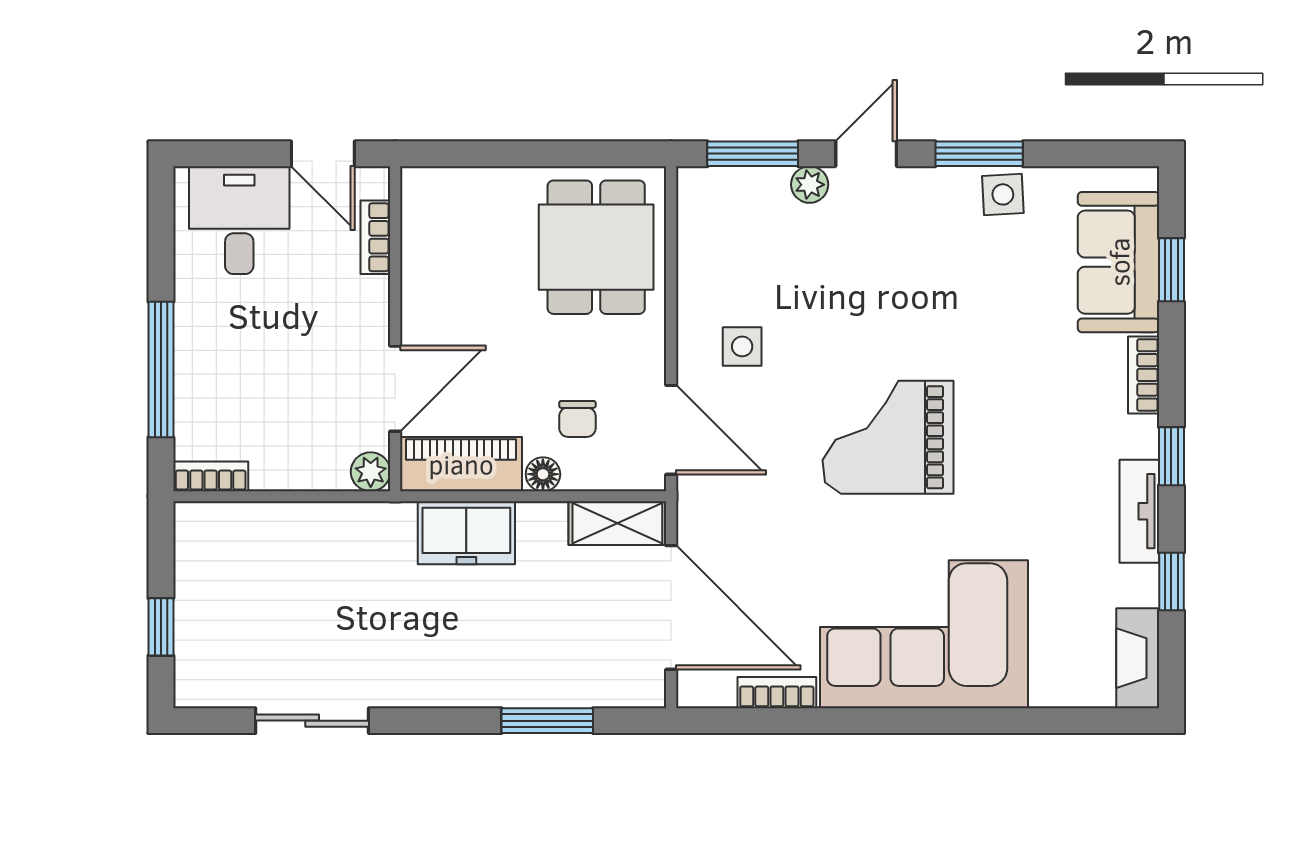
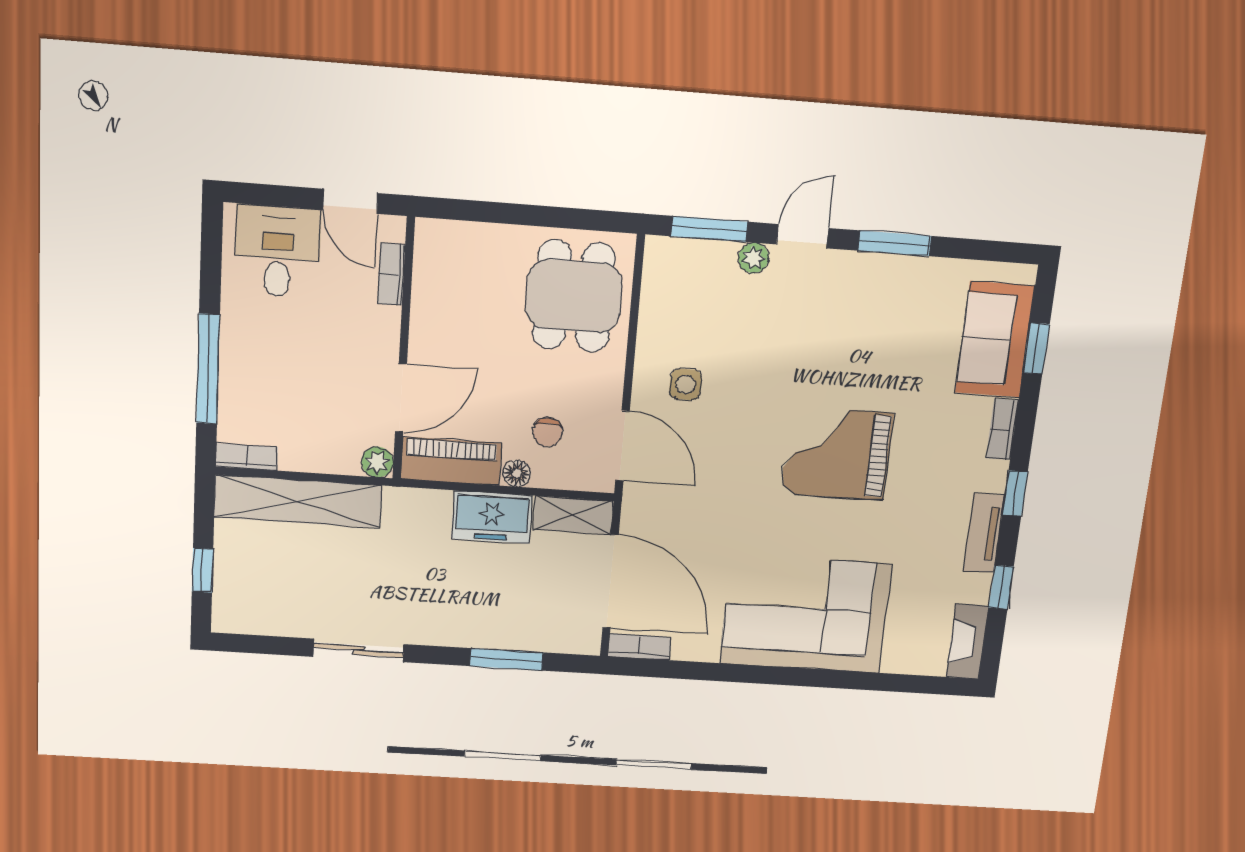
side table: (1003, 194) -> (910, 278), removed
grand piano: (888, 437) -> (837, 453), moved
shelving: (275, 529) -> (298, 501), added
freezer: (466, 533) -> (492, 517), moved
bookcase: (777, 693) -> (639, 647), moved
sliding door: (312, 721) -> (359, 650), moved

